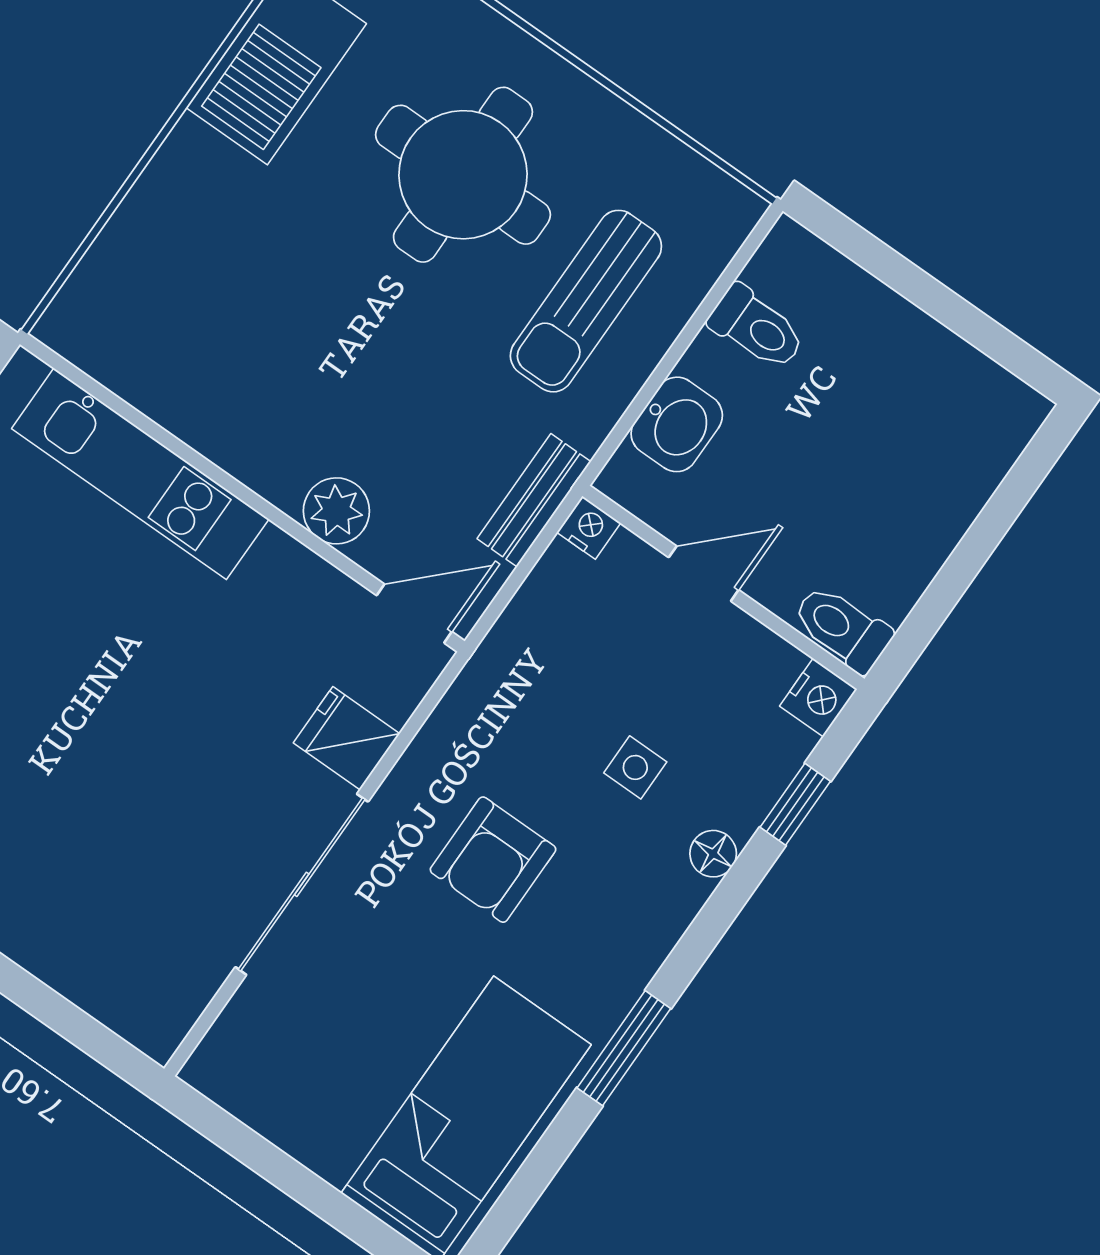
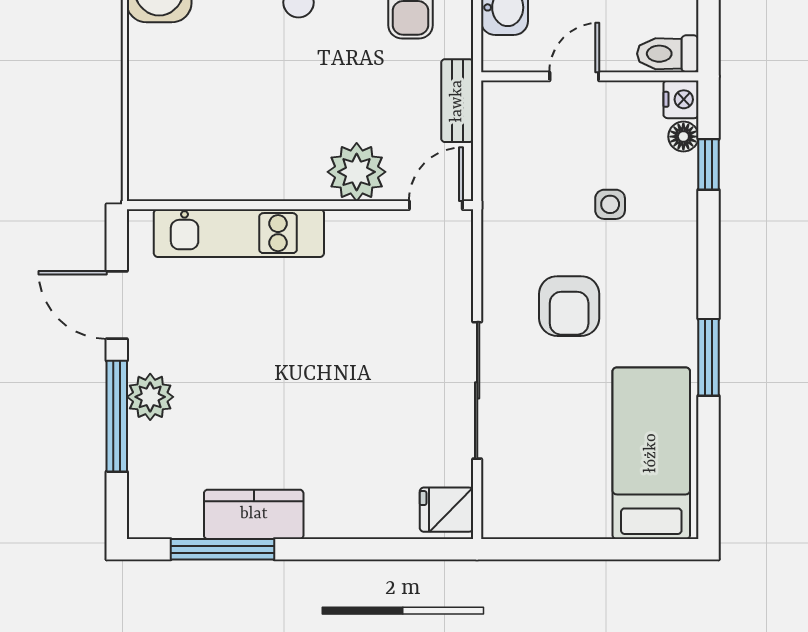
plant: (336, 511) -> (357, 172), width x1.36, depth x1.36
nightstand: (589, 528) -> (496, 95), removed
fridge: (347, 738) -> (446, 510), moved
floor lamp: (713, 854) -> (683, 137), moved

